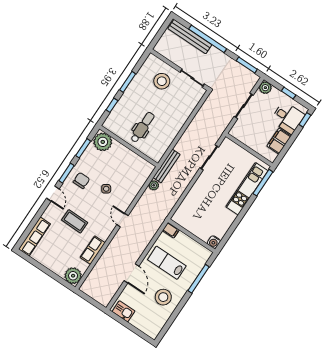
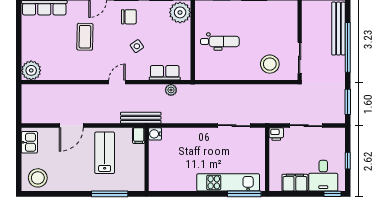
stool: (162, 81) -> (270, 64), moved
plant: (265, 88) -> (338, 135), removed
printer: (235, 131) -> (276, 134), added
bench: (167, 166) -> (141, 118), moved
water cooler: (214, 242) -> (155, 134), moved
row of seats: (93, 250) -> (165, 73), moved
stool: (163, 297) -> (38, 178), moved

